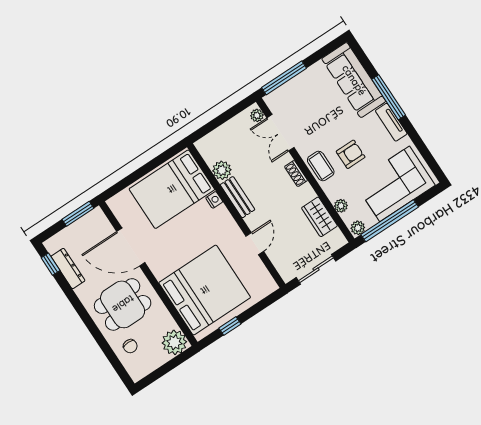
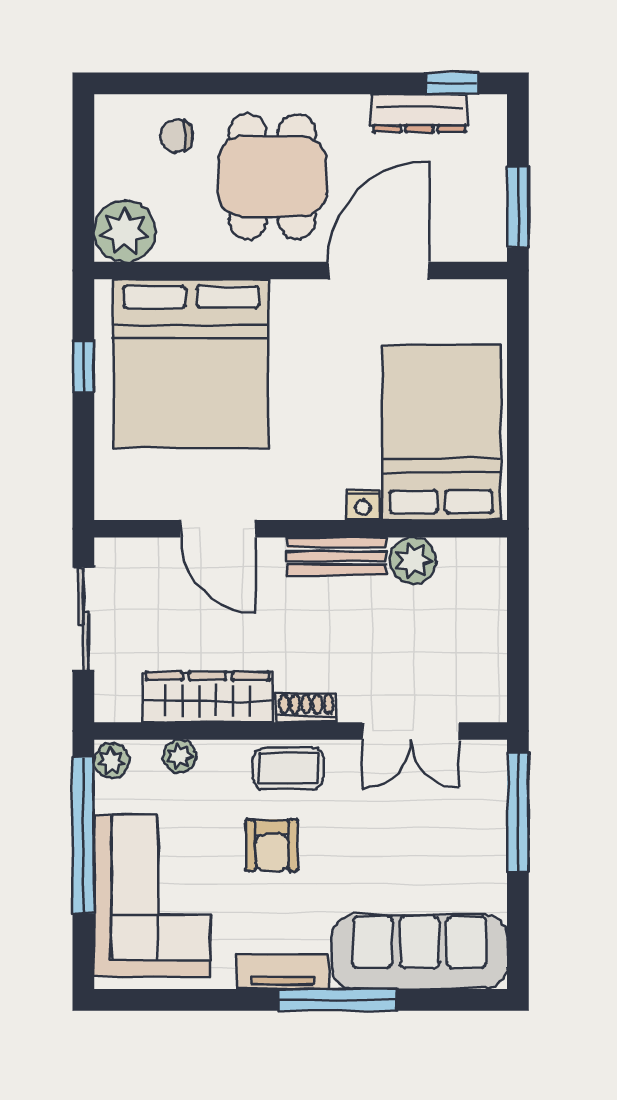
plant: (257, 115) -> (478, 706), removed
double door: (280, 133) -> (411, 731), swing flipped
wardrobe: (319, 217) -> (208, 697), width x1.50
door: (255, 244) -> (218, 529), width x1.38

